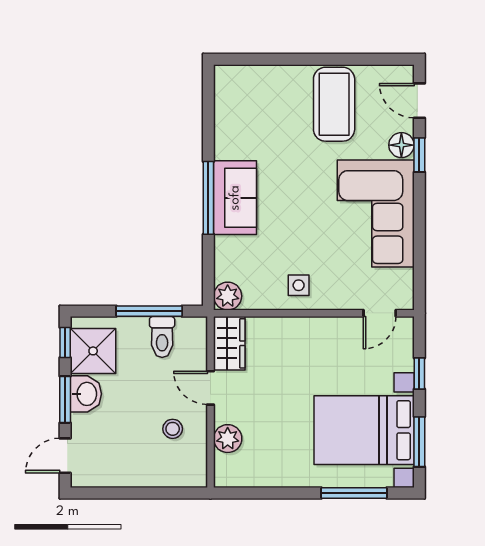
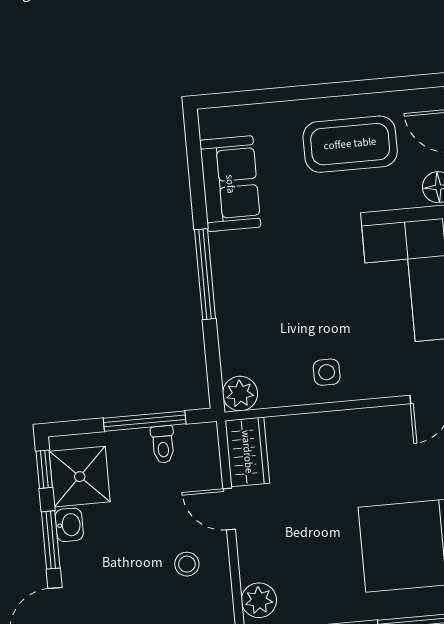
coffee table: (334, 104) -> (350, 144), turned 90
sofa: (235, 198) -> (230, 184), moved
toilet: (162, 337) -> (163, 444), width x0.73, depth x0.72
washbasin: (86, 394) -> (69, 525), width x0.72, depth x0.69
plant: (228, 439) -> (259, 600), moved

